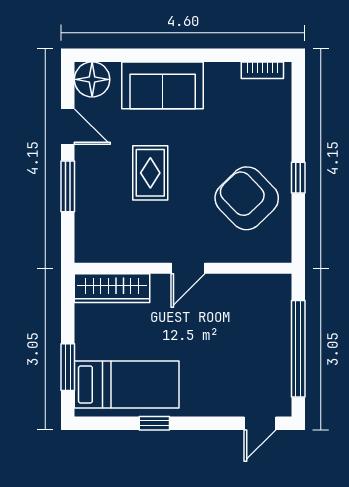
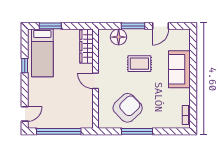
floor lamp: (92, 79) -> (119, 37), moved
window: (298, 178) -> (137, 131), width x2.17
door: (260, 423) -> (25, 114), swing flipped

